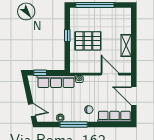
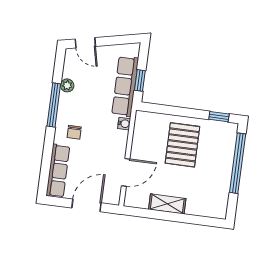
window: (67, 35) -> (219, 117), moved
window: (40, 73) -> (140, 80), moved
door: (32, 110) -> (85, 43), hinge flipped

